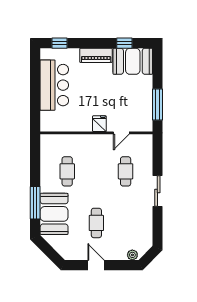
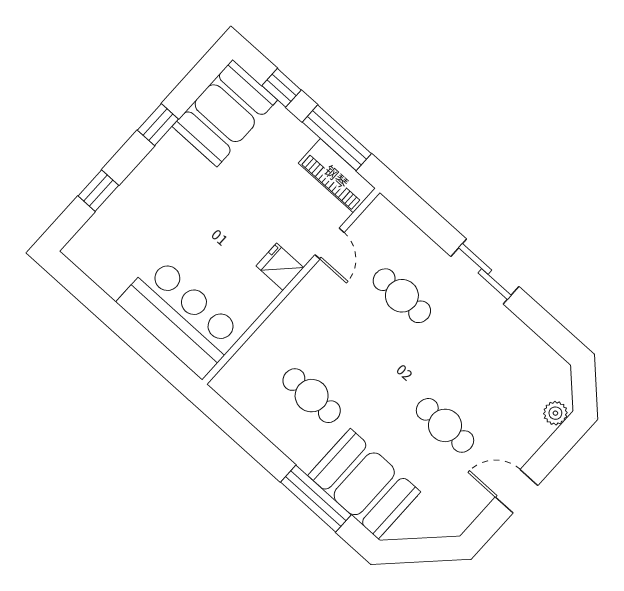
window: (60, 43) -> (98, 191), moved
window: (124, 43) -> (158, 125), moved
piano: (96, 55) -> (337, 176), moved, turned 90
window: (157, 72) -> (282, 88), added
bar counter: (54, 85) -> (180, 317), moved

